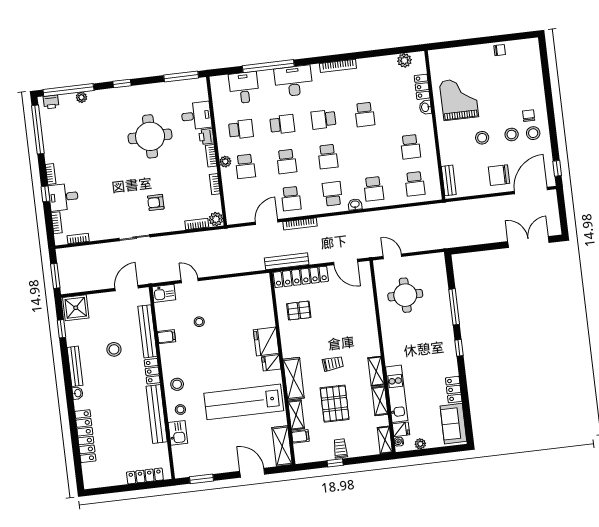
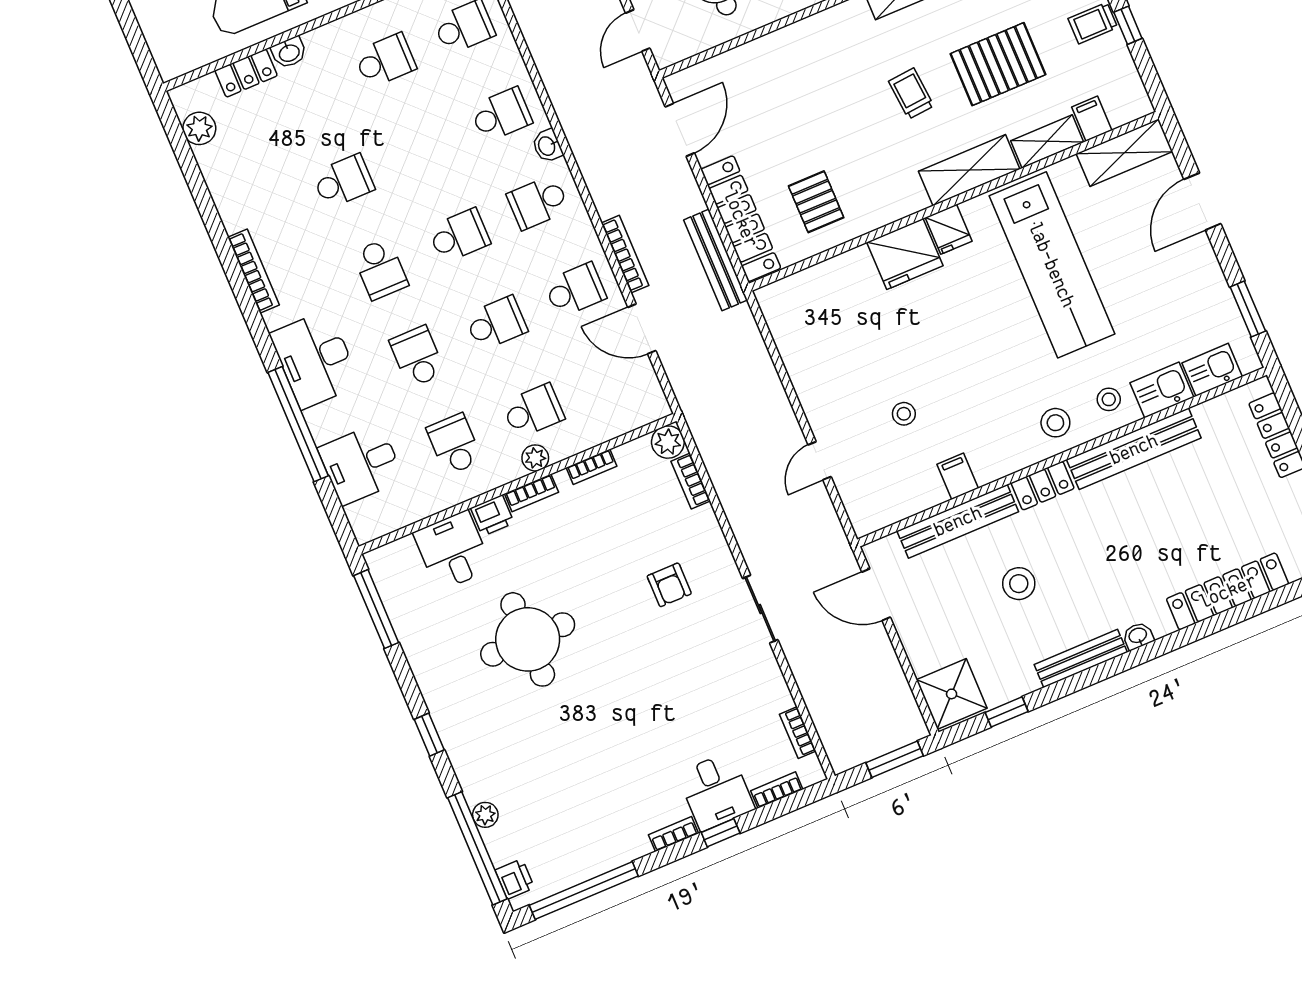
kitchen sink: (164, 293) -> (1212, 370), moved, turned -90

